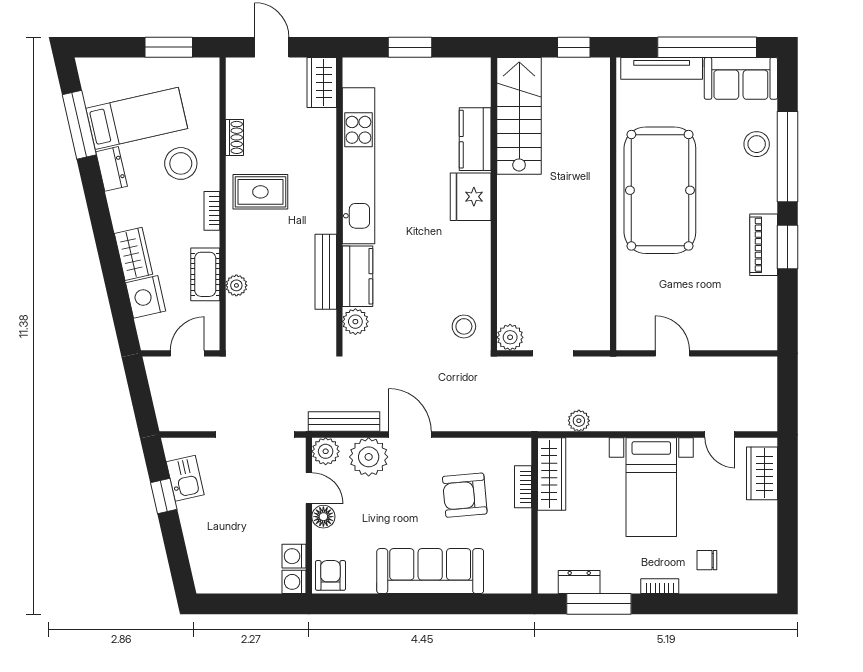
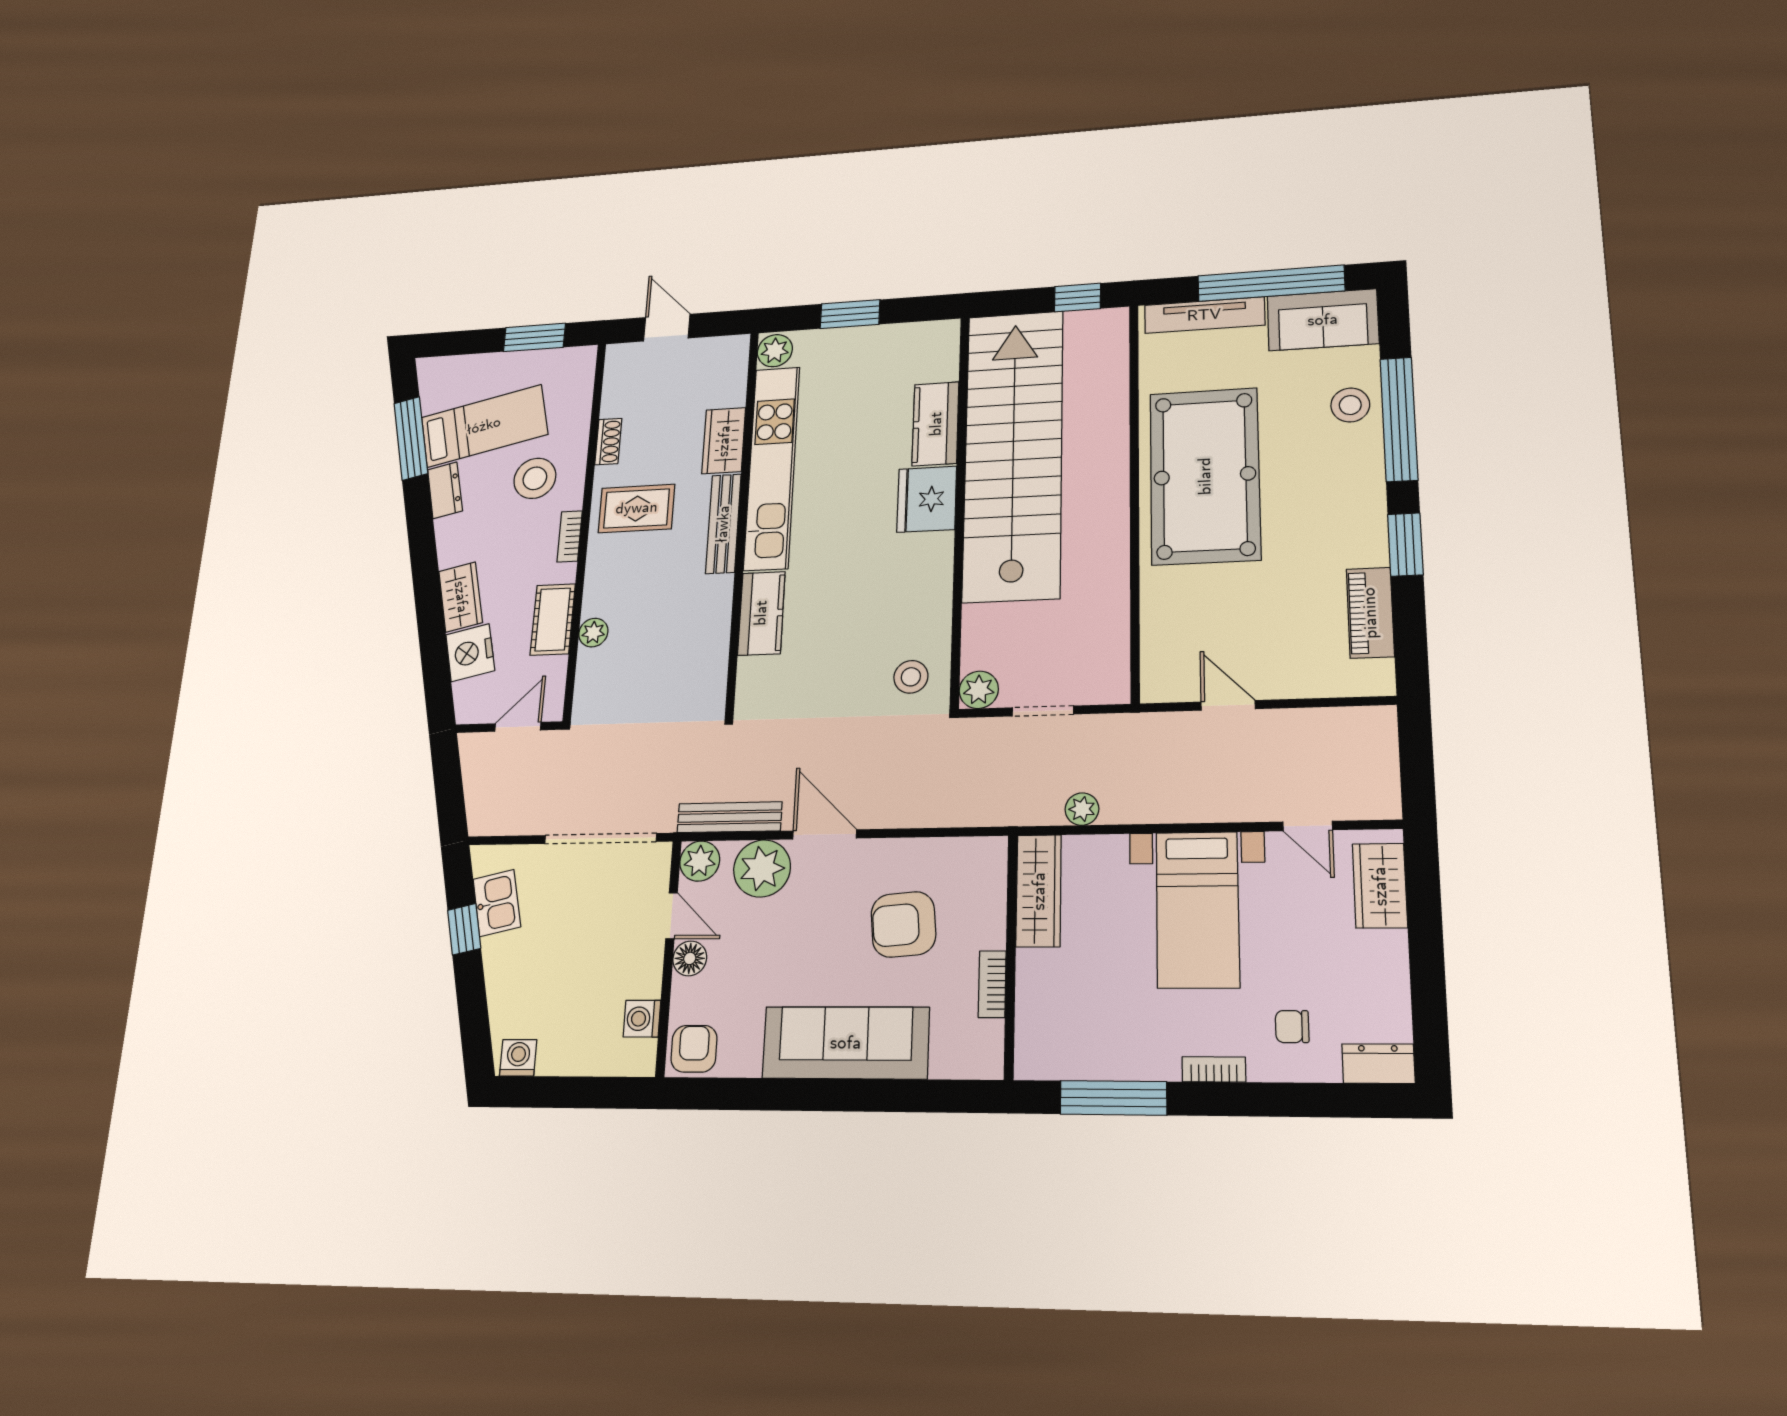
wardrobe: (322, 83) -> (724, 441), moved
stairs: (519, 116) -> (1013, 454), width x1.86, depth x1.51
piano: (764, 245) -> (1370, 613), moved
bench: (326, 272) -> (723, 524), moved
plant: (355, 322) -> (775, 351), moved
bookcase: (523, 487) -> (992, 984), moved
washing machine: (294, 582) -> (518, 1058), moved, turned 90
dresser: (579, 582) -> (1378, 1064), moved

